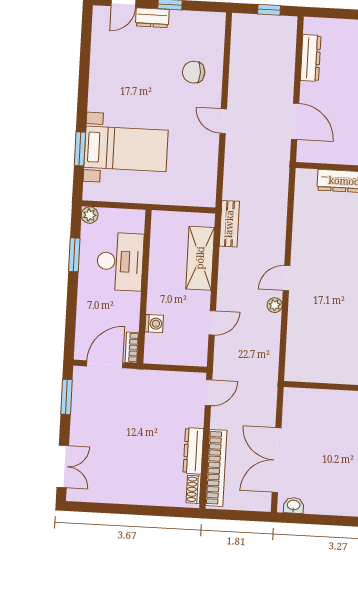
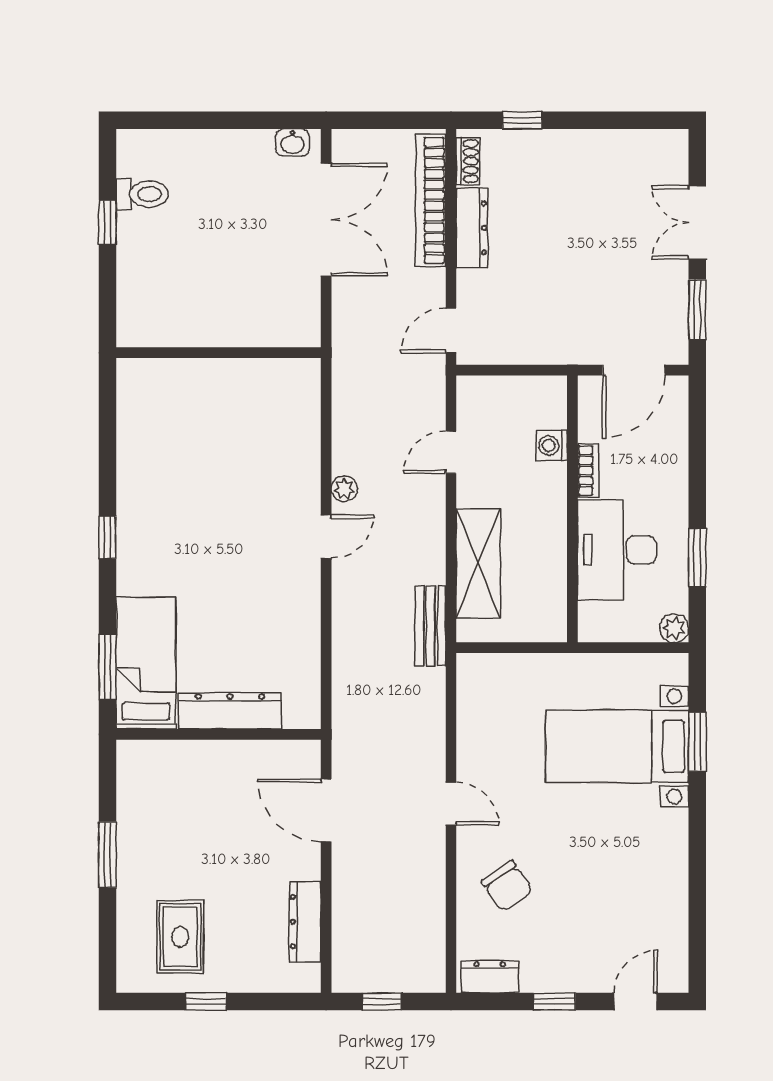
dresser: (152, 18) -> (490, 977), moved
chair: (194, 72) -> (507, 886), turned 56
bookcase: (132, 347) -> (588, 471), moved
double door: (63, 466) -> (697, 223), moved
window: (161, 511) -> (522, 120), added

